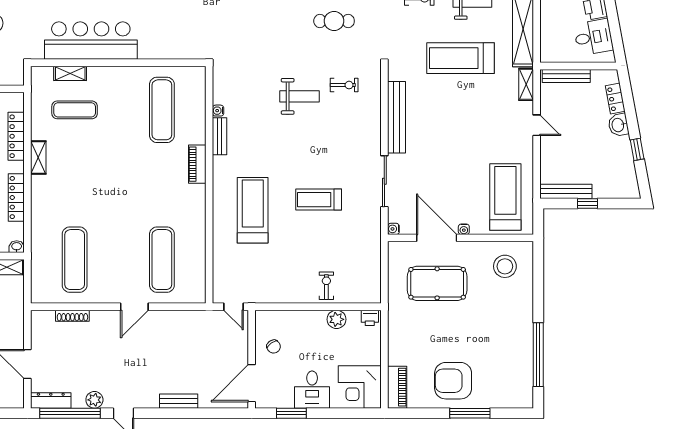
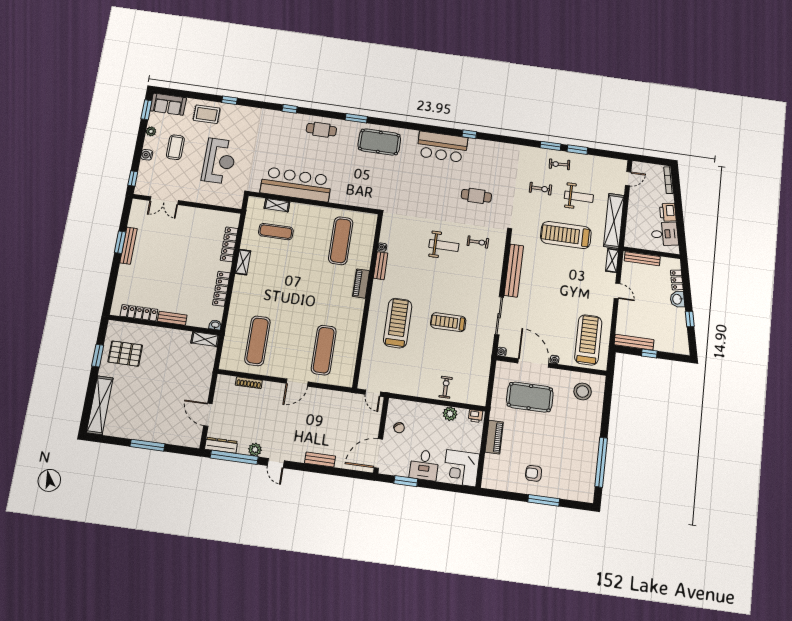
armchair: (453, 381) -> (534, 473), width x0.53, depth x0.53
piano: (397, 387) -> (494, 437), moved

